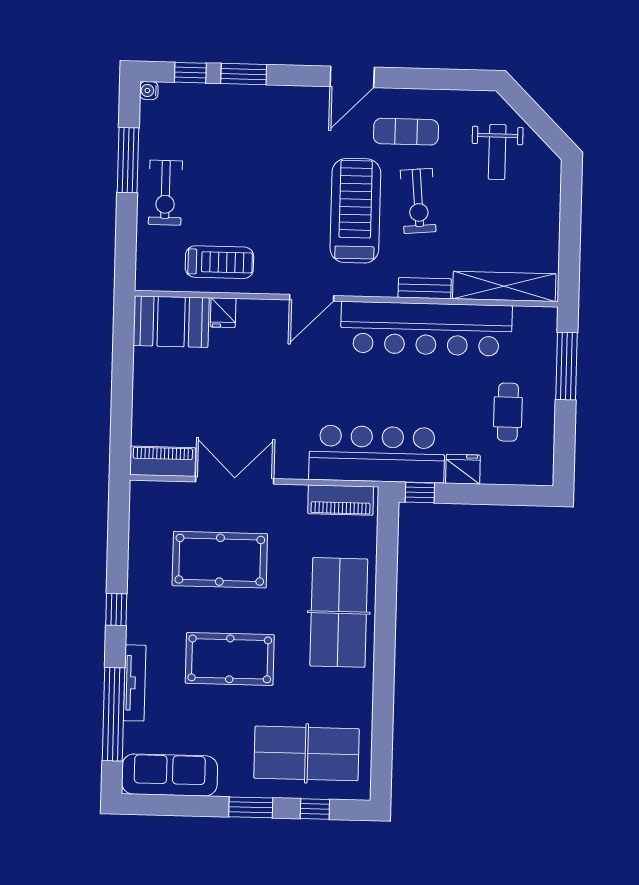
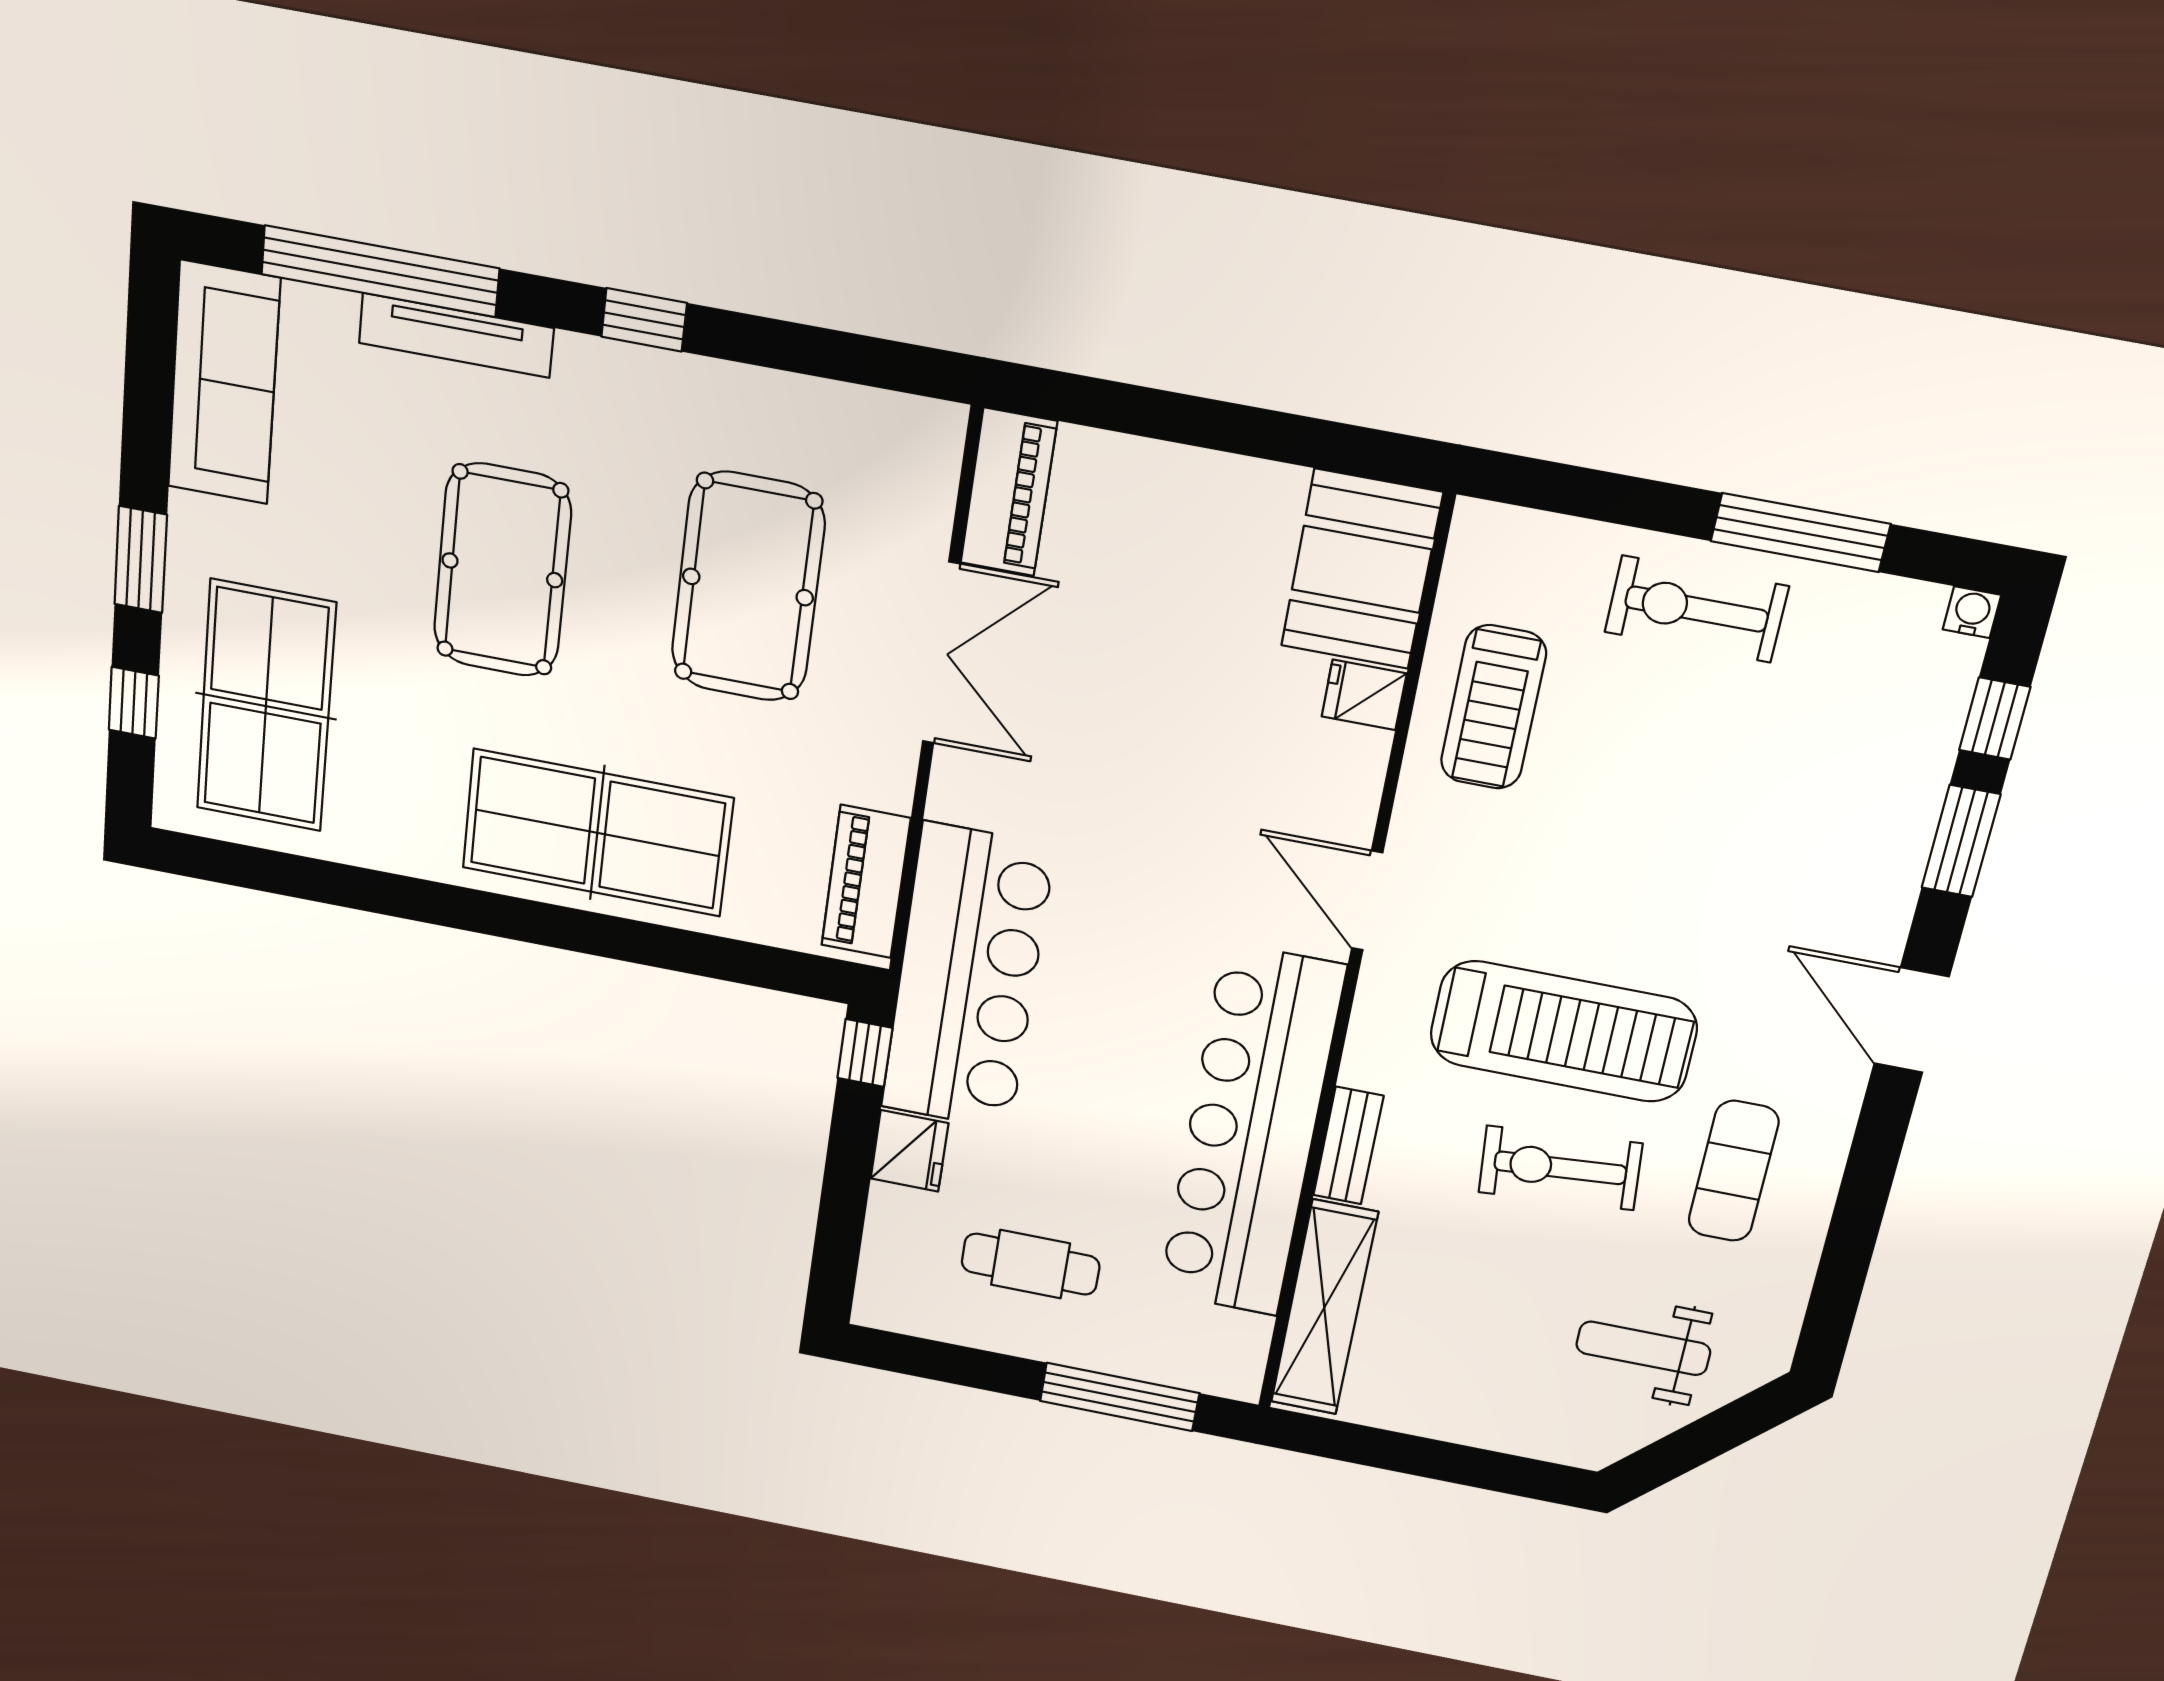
door: (352, 77) -> (1912, 1020), moved

